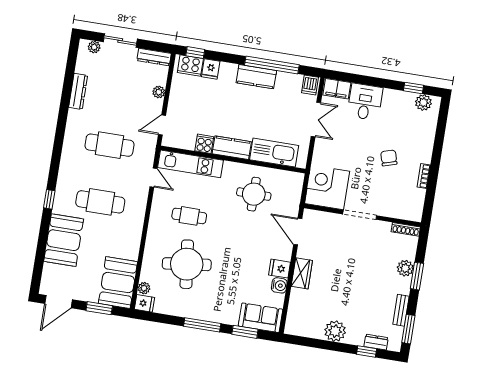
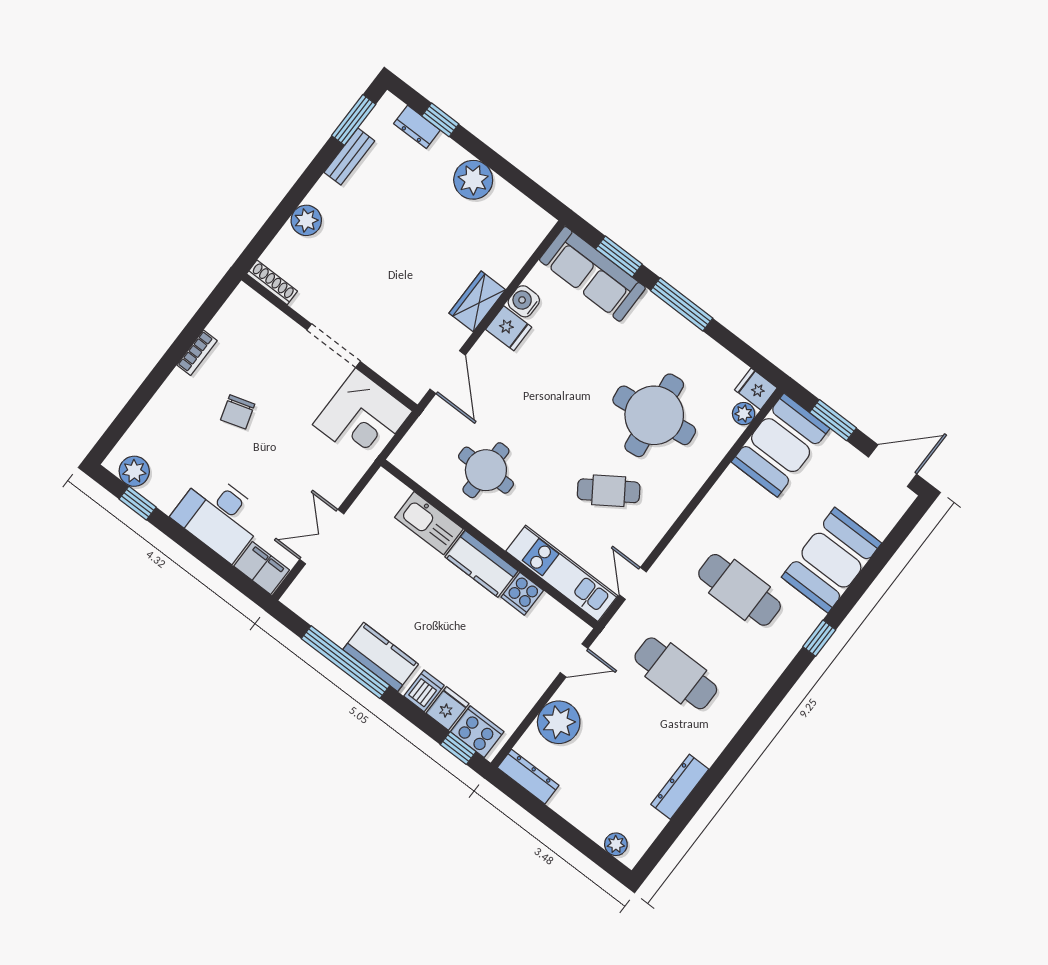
sliding door: (120, 40) -> (568, 832), removed
dishwasher: (310, 85) -> (424, 691), moved
plant: (159, 92) -> (559, 722), width x1.88, depth x1.88
desk: (365, 102) -> (219, 516), width x1.37
kitchen sink: (274, 153) -> (429, 523), width x0.73, depth x0.81
cafe table: (189, 216) -> (609, 491), turned -34
window: (417, 276) -> (294, 198), removed
sofa: (261, 318) -> (592, 274), width x1.36

